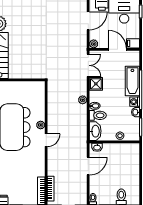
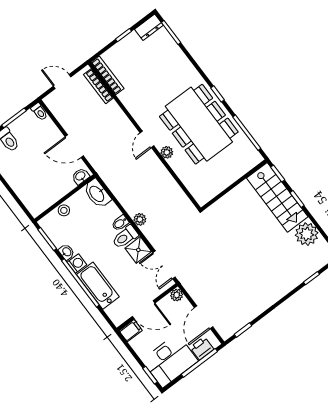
toilet: (98, 115) -> (125, 237), moved
door: (88, 166) -> (74, 146), hinge flipped

